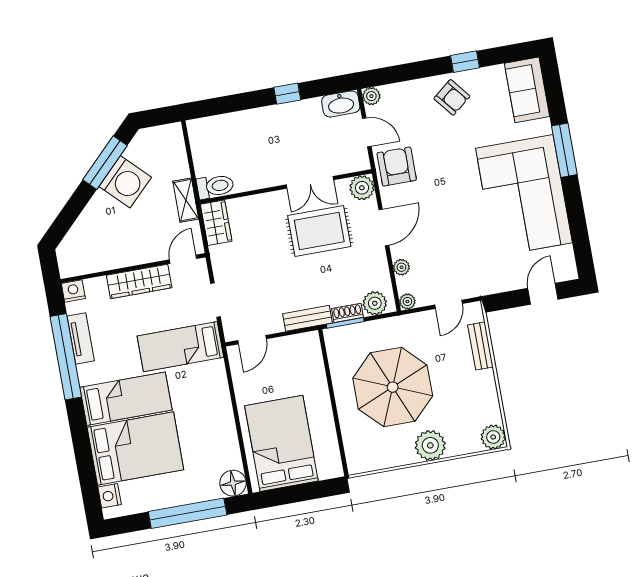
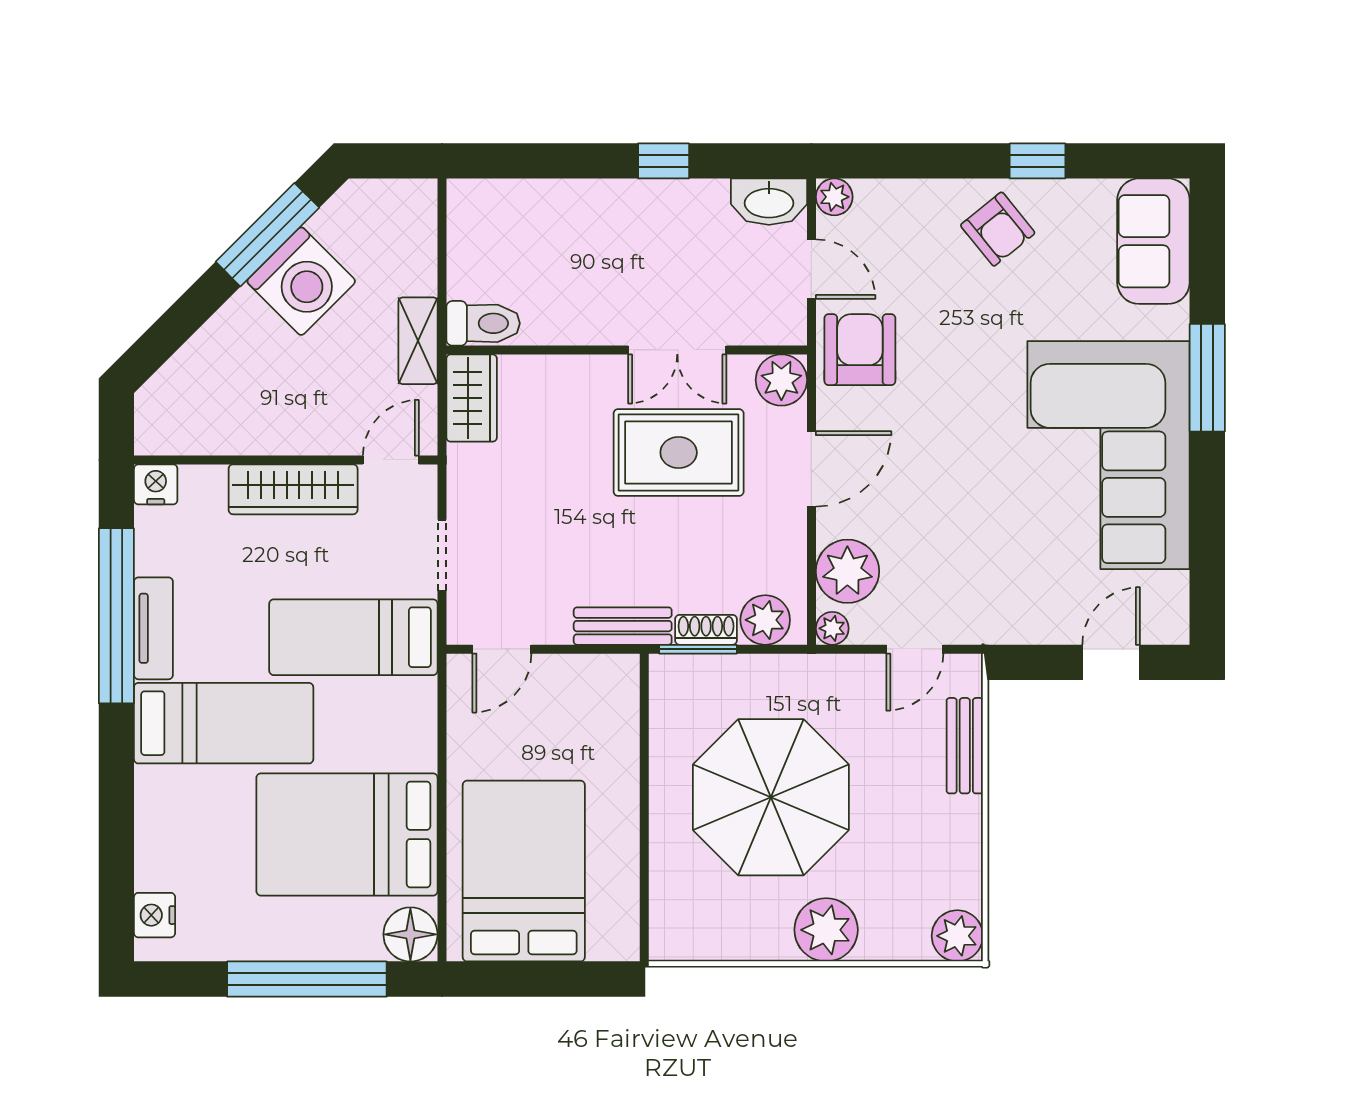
plant: (401, 267) -> (847, 571), width x1.88, depth x1.88
tv unit: (81, 338) -> (153, 628), moved
bed: (135, 448) -> (347, 834), moved, turned 180

